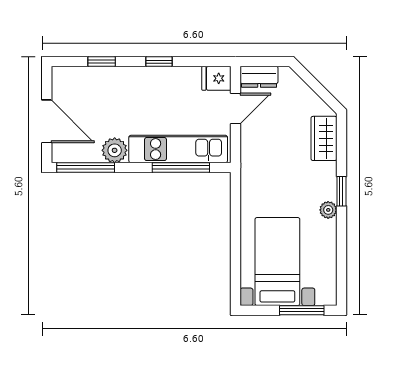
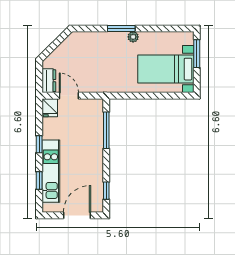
wardrobe: (324, 138) -> (88, 40), removed
kitchen unit: (178, 149) -> (51, 171), moved, turned 180
plant: (115, 150) -> (95, 172), removed
window: (86, 167) -> (106, 191), width x0.46
window: (341, 191) -> (121, 28), width x1.50

